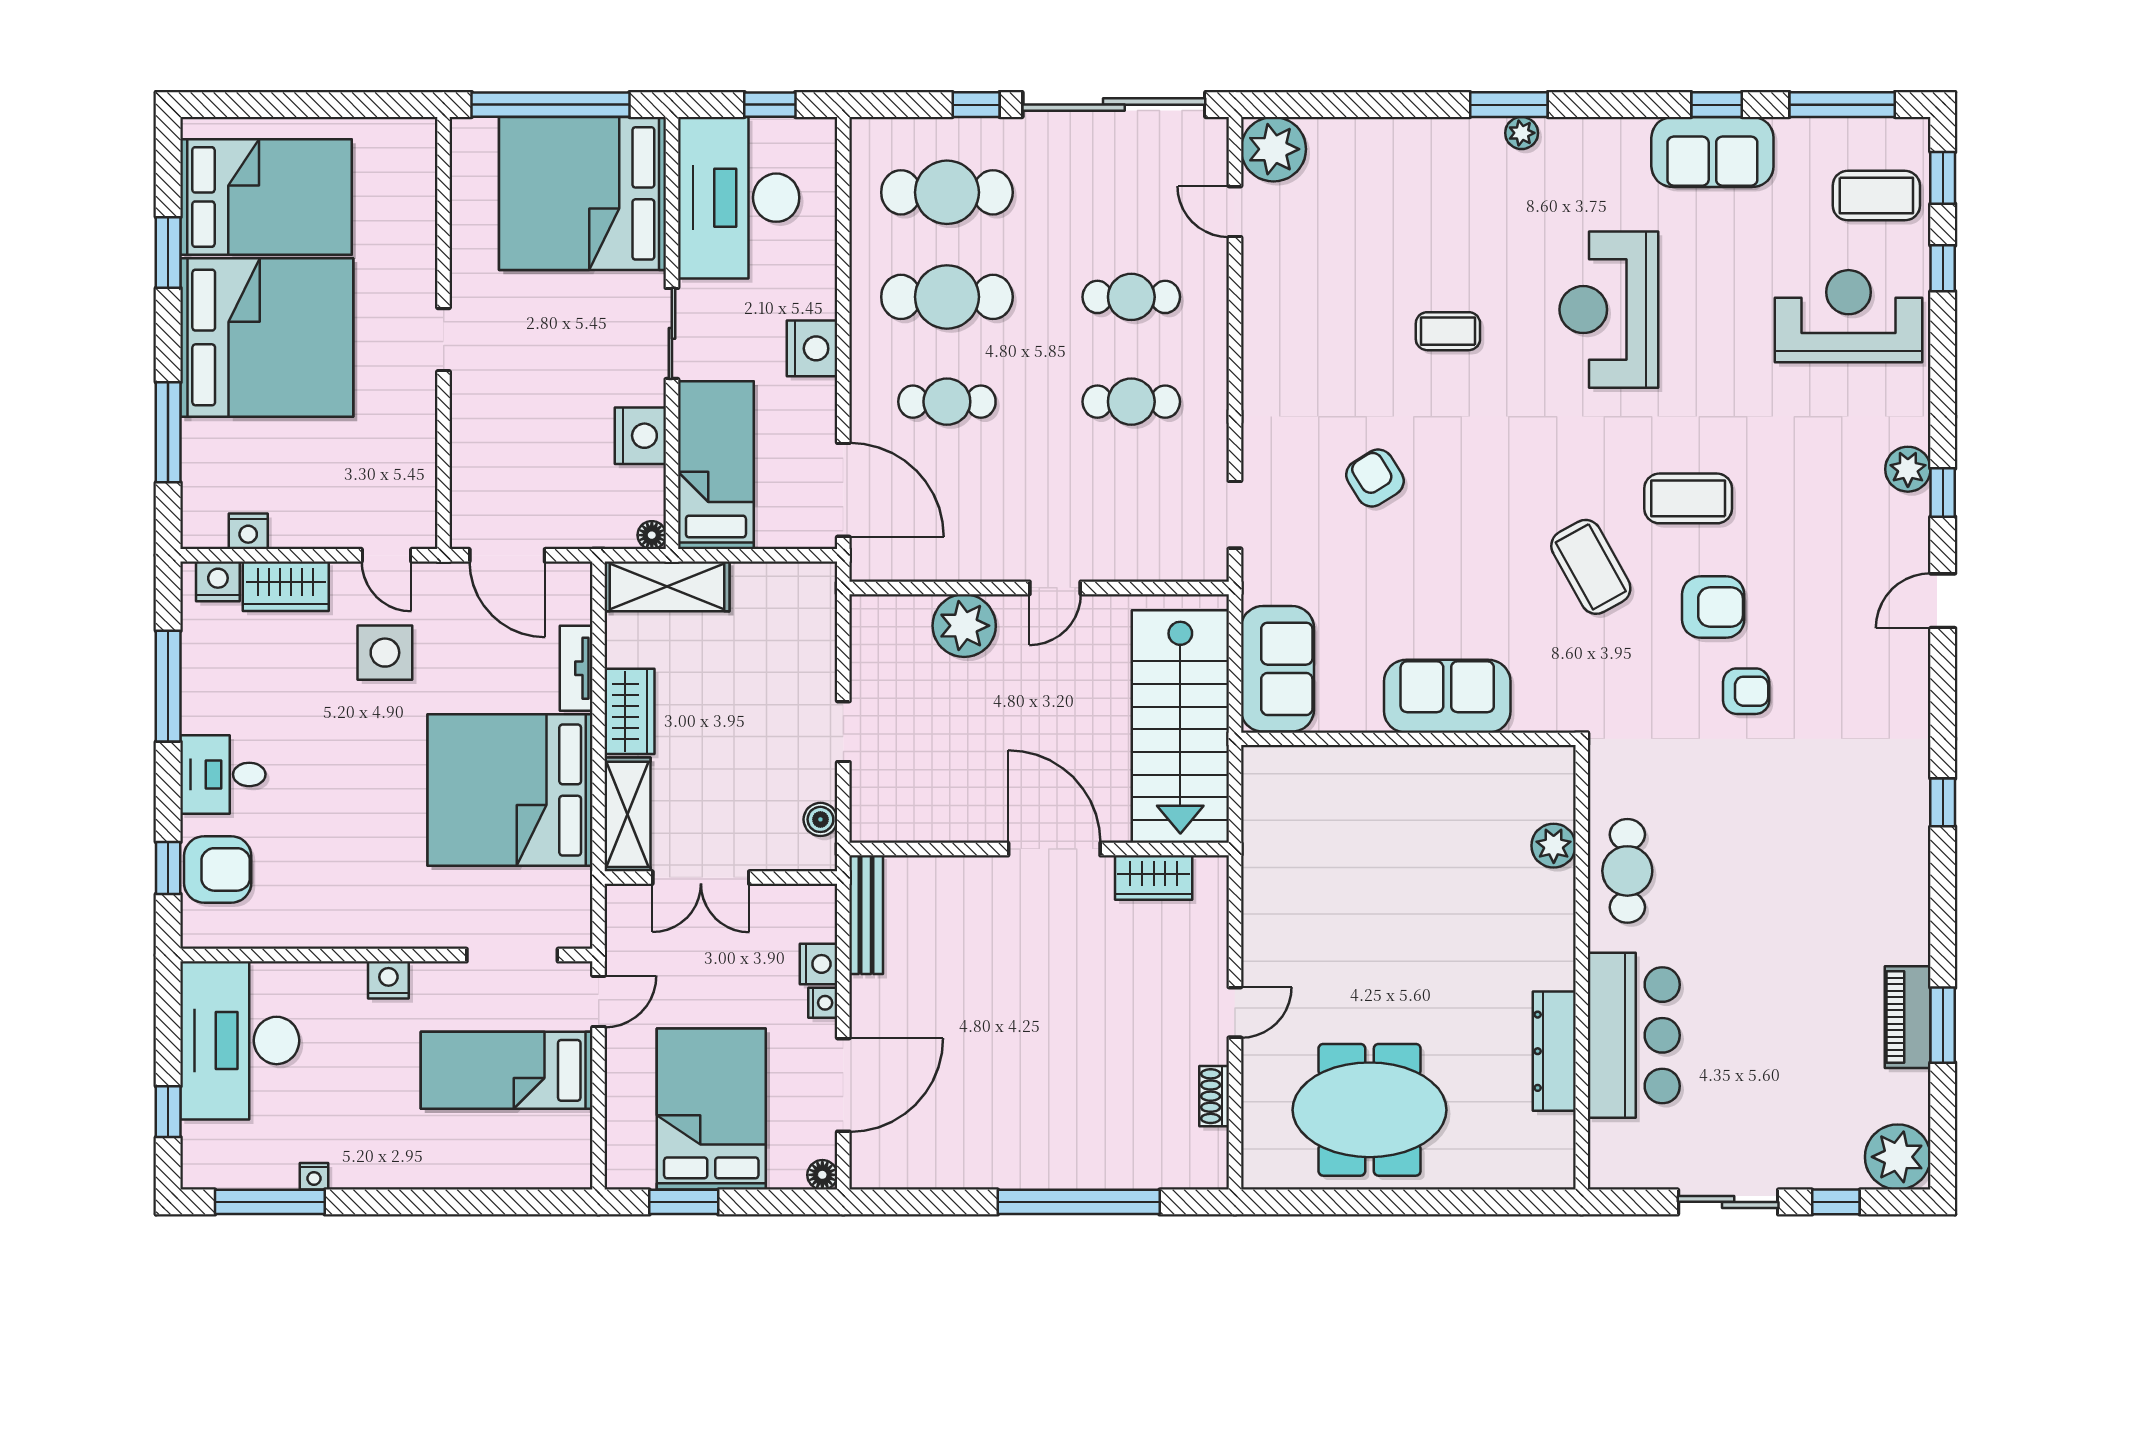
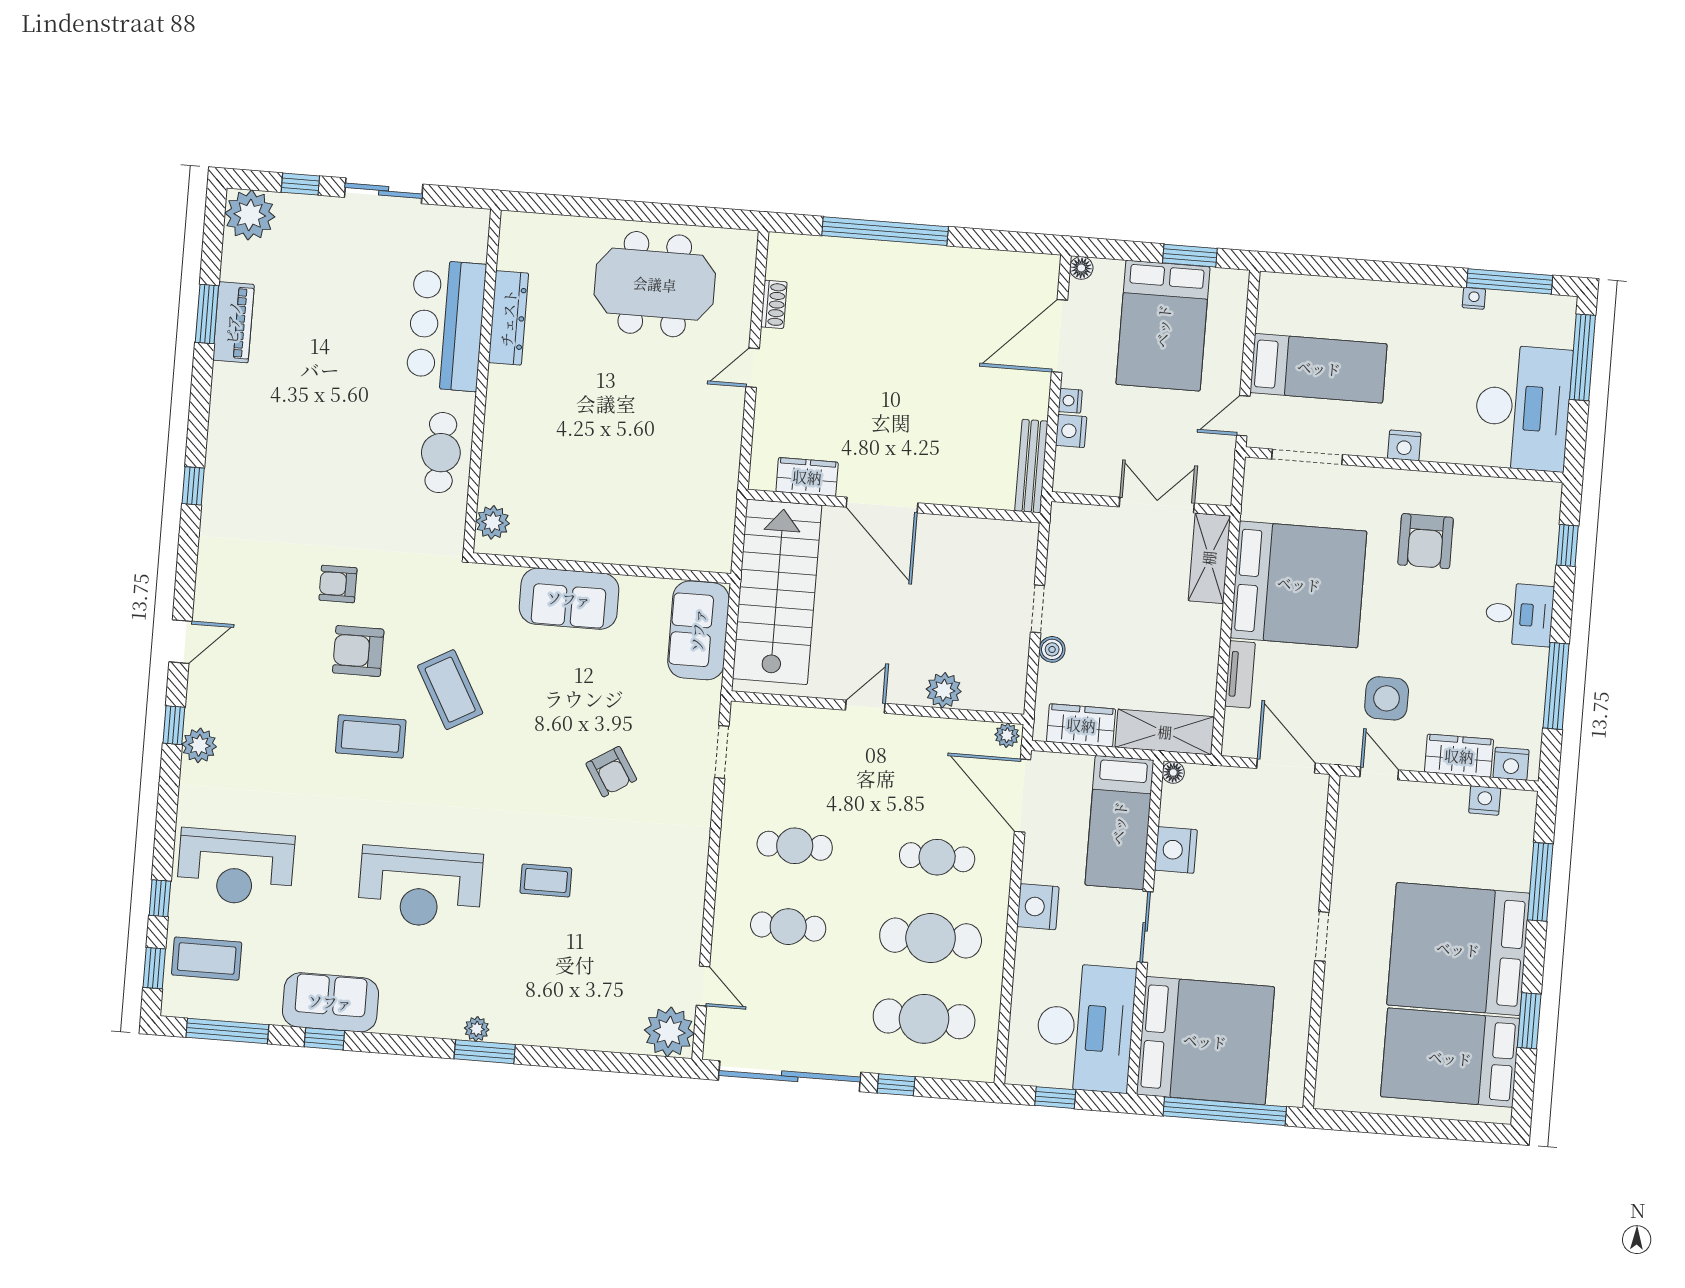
reception desk: (1609, 310) -> (420, 887), turned 90
plant: (870, 566) -> (1007, 735), added
plant: (964, 626) -> (944, 690), width x0.73, depth x0.73
wardrobe: (629, 711) -> (1081, 725), moved, turned 90
boiler: (820, 819) -> (1052, 649), moved
plant: (1554, 846) -> (493, 522), moved
armchair: (218, 869) -> (1426, 541), moved, turned -90
window: (168, 1112) -> (1582, 357), width x2.17

